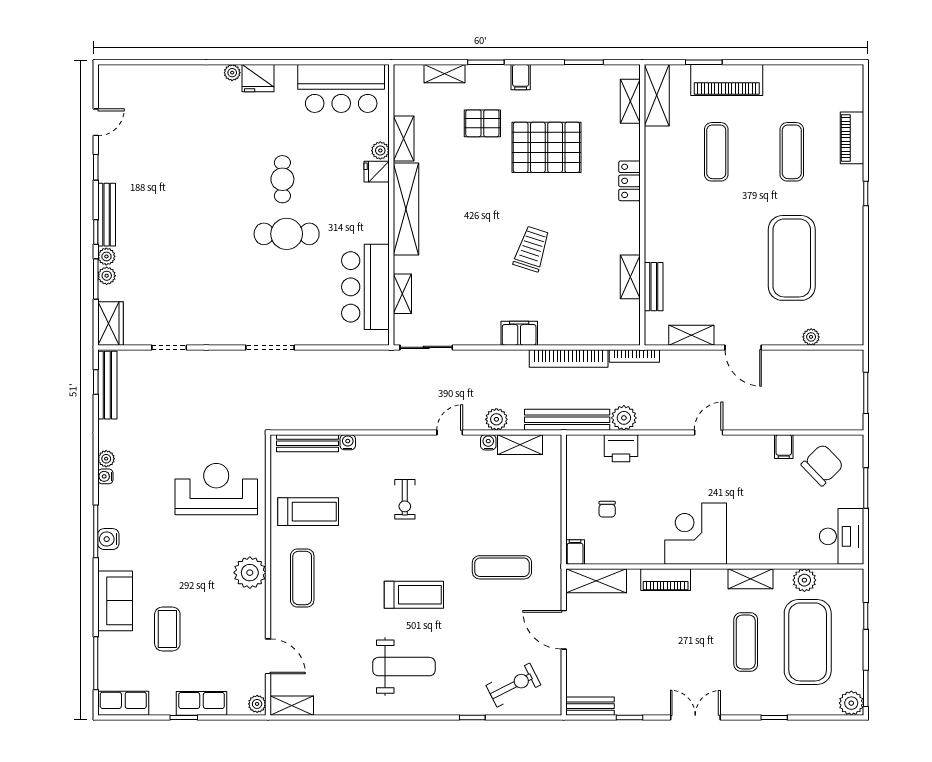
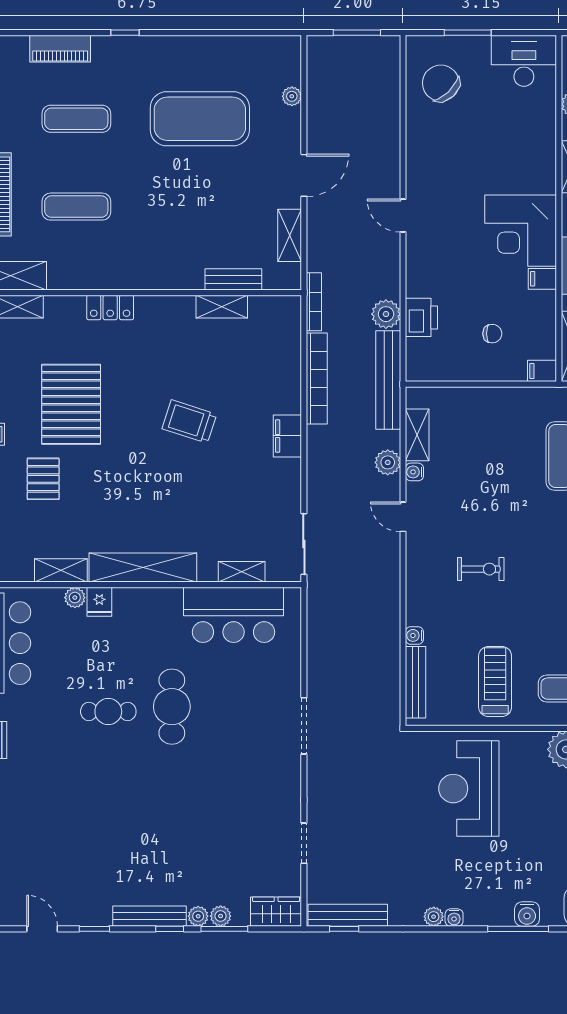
filing cabinet: (784, 447) -> (542, 279), moved, turned 180

